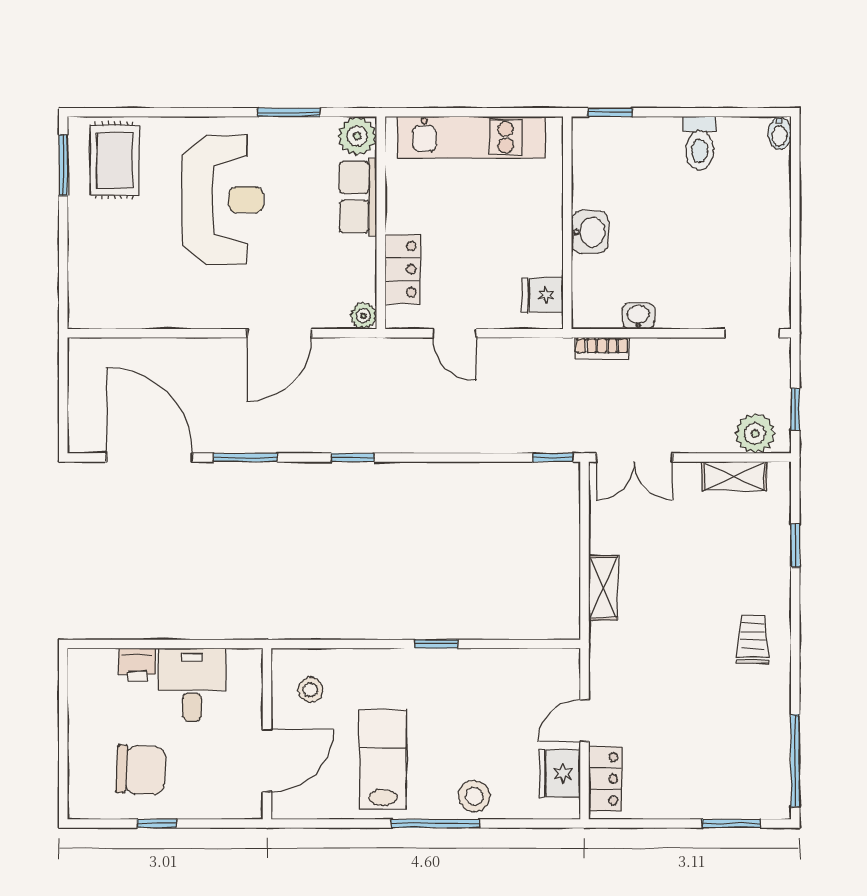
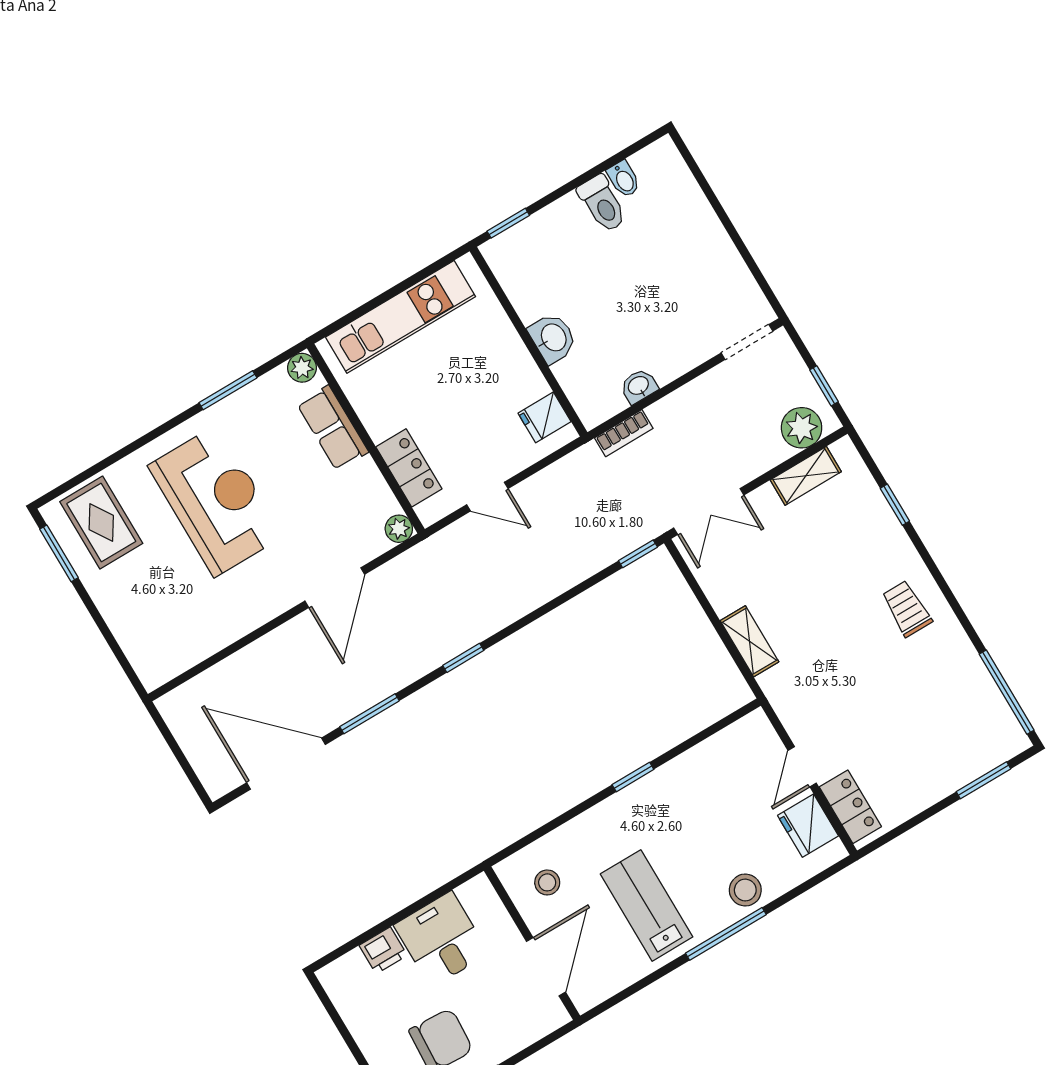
bidet: (780, 133) -> (624, 179), moved
plant: (357, 136) -> (302, 368), width x0.73, depth x0.73

